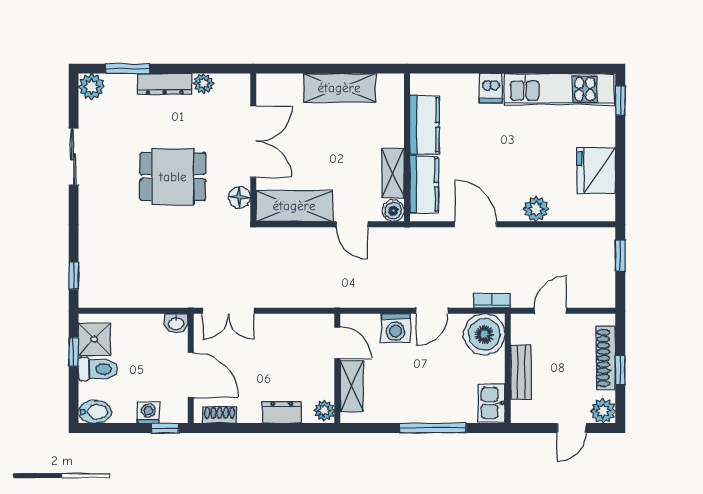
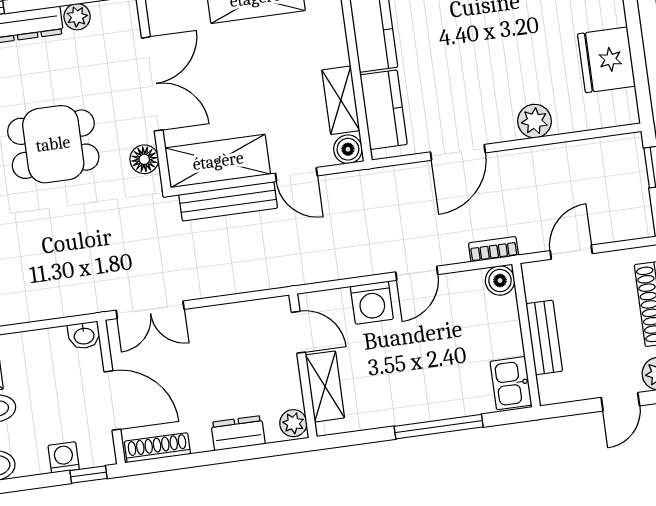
door: (475, 224) -> (458, 152), swing flipped
bench: (298, 237) -> (228, 201), added
boiler: (484, 334) -> (500, 281), width x0.54, depth x0.54
shoe rack: (220, 415) -> (157, 448), width x1.43

